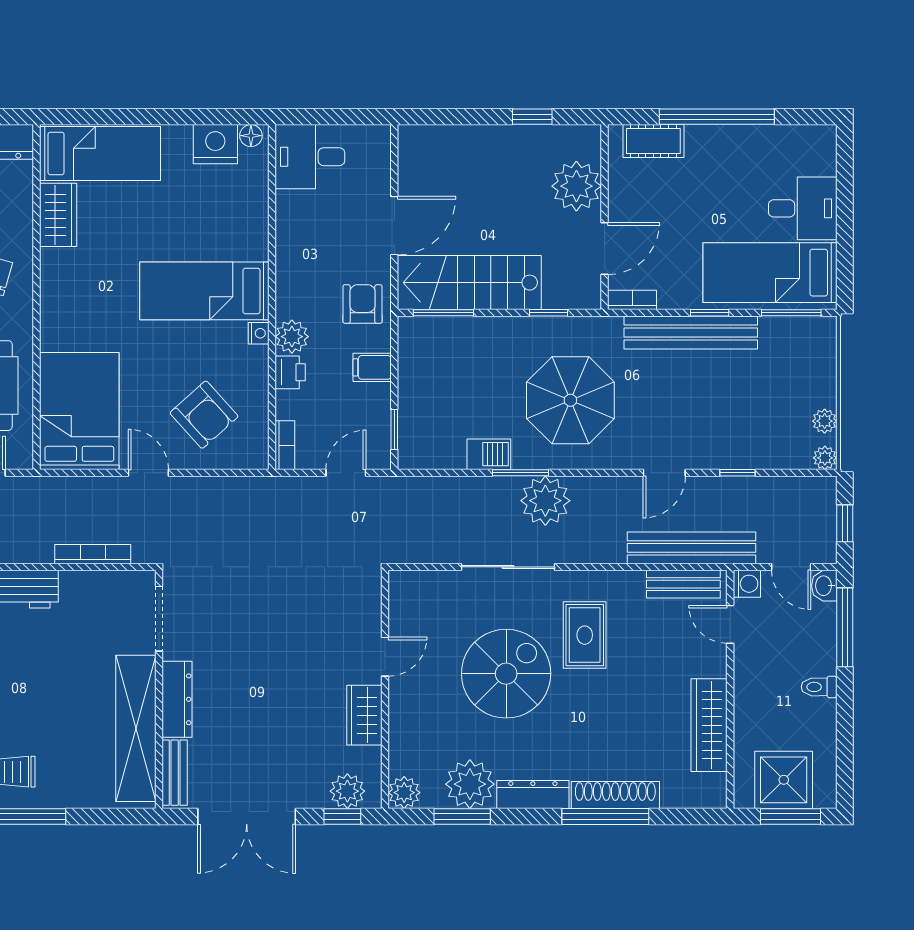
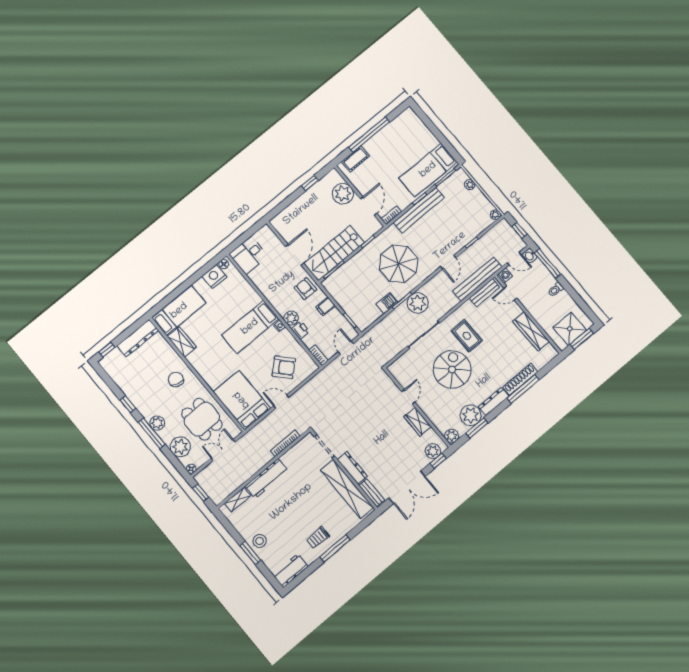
desk: (803, 208) -> (421, 141), removed
plant: (825, 421) -> (470, 185), moved

